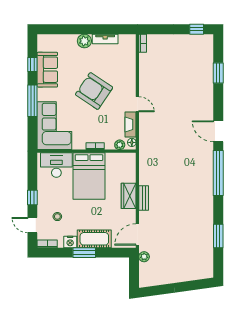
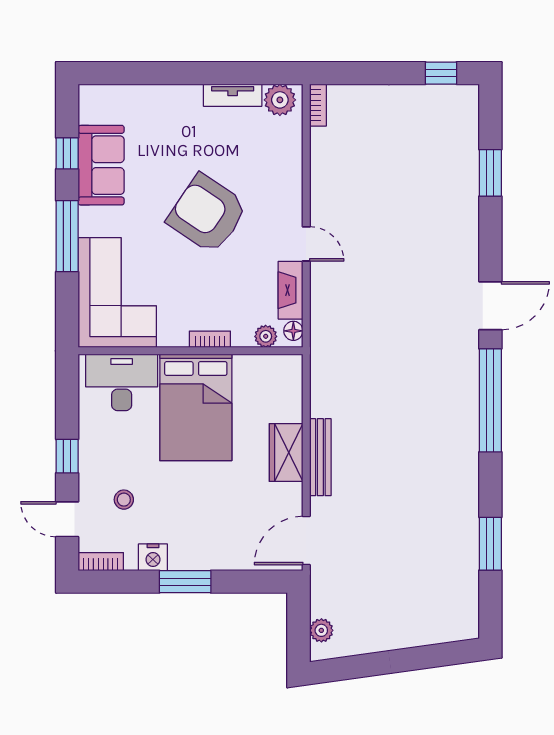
plant: (84, 41) -> (280, 100), moved
door: (218, 131) -> (490, 306), swing flipped
bench: (144, 198) -> (320, 457), width x1.36
cot: (94, 239) -> (208, 550), removed
plant: (144, 257) -> (321, 630), moved

